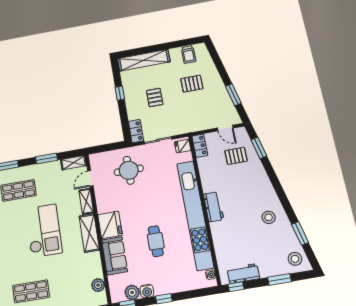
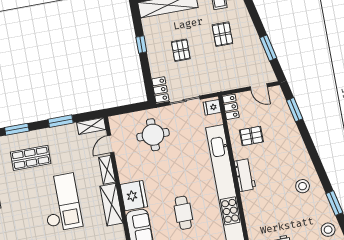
pallet: (192, 84) -> (222, 34), turned 90
pallet: (236, 156) -> (251, 136), moved

